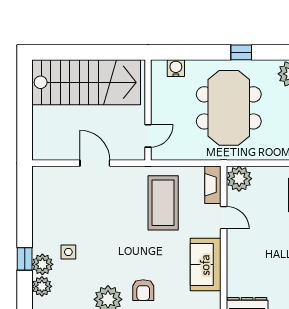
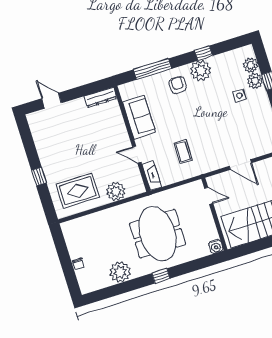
water cooler: (176, 68) -> (216, 246), moved
door: (148, 136) -> (209, 196), swing flipped
plant: (239, 179) -> (116, 191), moved
coffee table: (163, 203) -> (183, 152), width x0.54, depth x0.58

